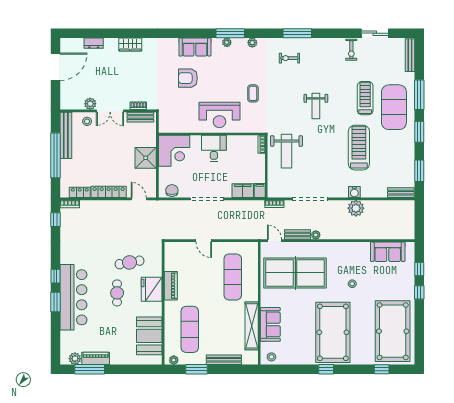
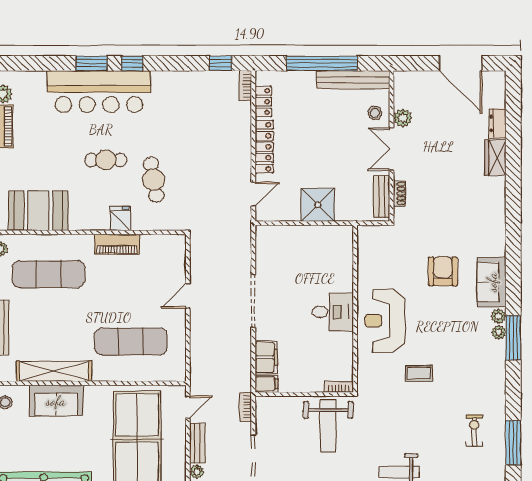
plant: (252, 43) -> (498, 316), moved
wardrobe: (130, 44) -> (496, 158), moved
corner desk: (174, 151) -> (329, 249), removed
weight bench: (286, 151) -> (328, 426), turned -90
chair: (172, 191) -> (266, 246), removed
fridge: (152, 289) -> (120, 219), width x0.53, depth x0.75

